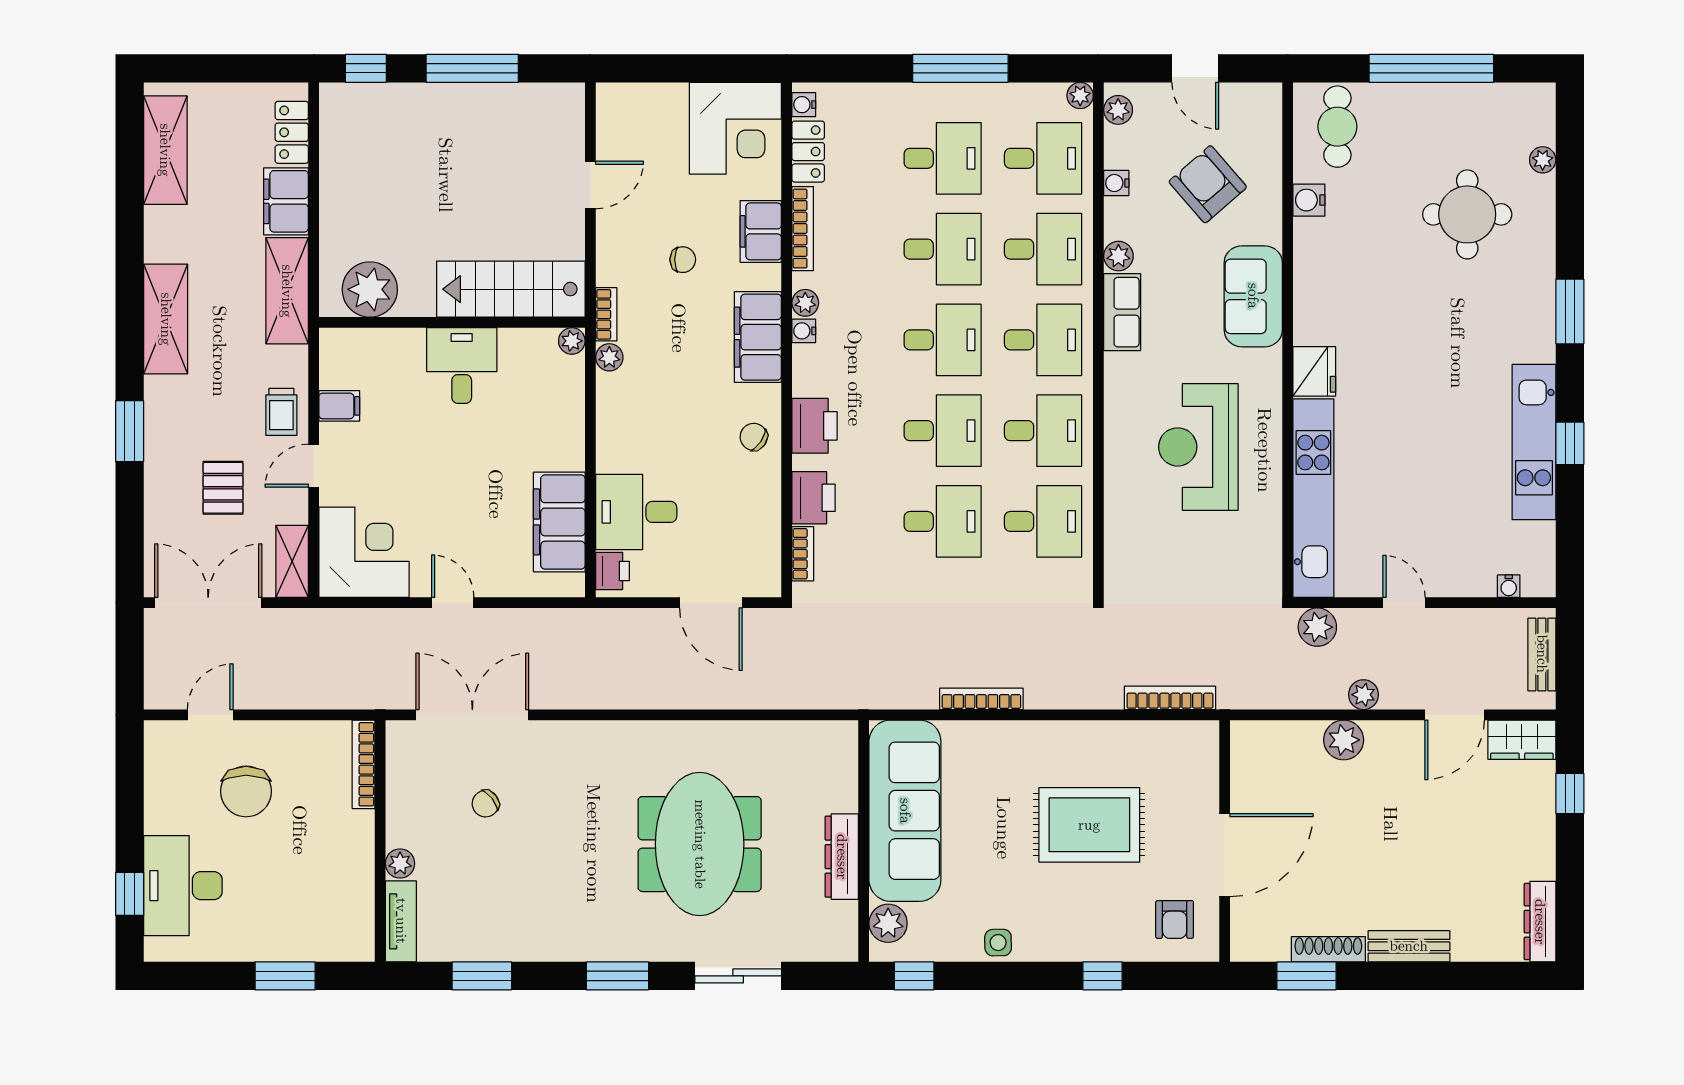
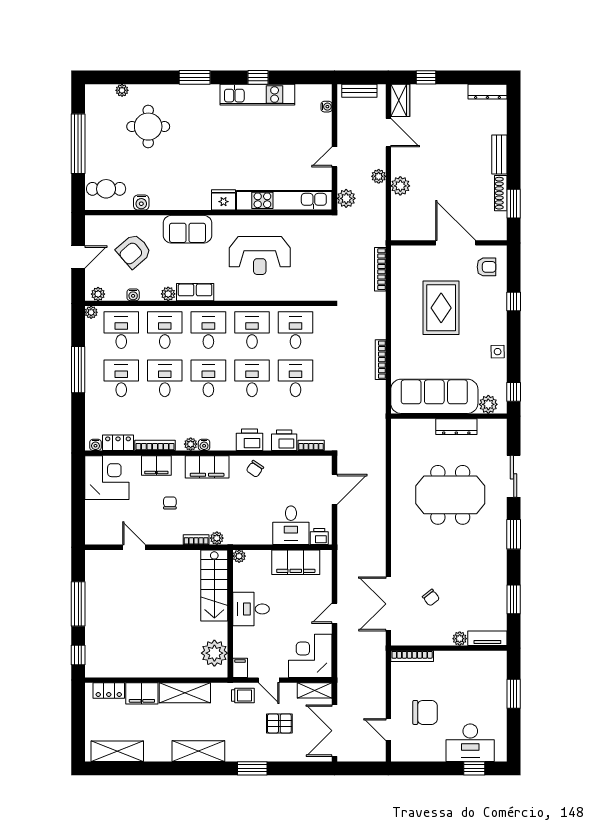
plant: (370, 289) -> (214, 653), moved
stairs: (511, 289) -> (214, 585), moved
wall: (452, 322) -> (230, 614), moved
plant: (572, 341) -> (239, 556), moved
desk: (462, 365) -> (251, 609), moved

